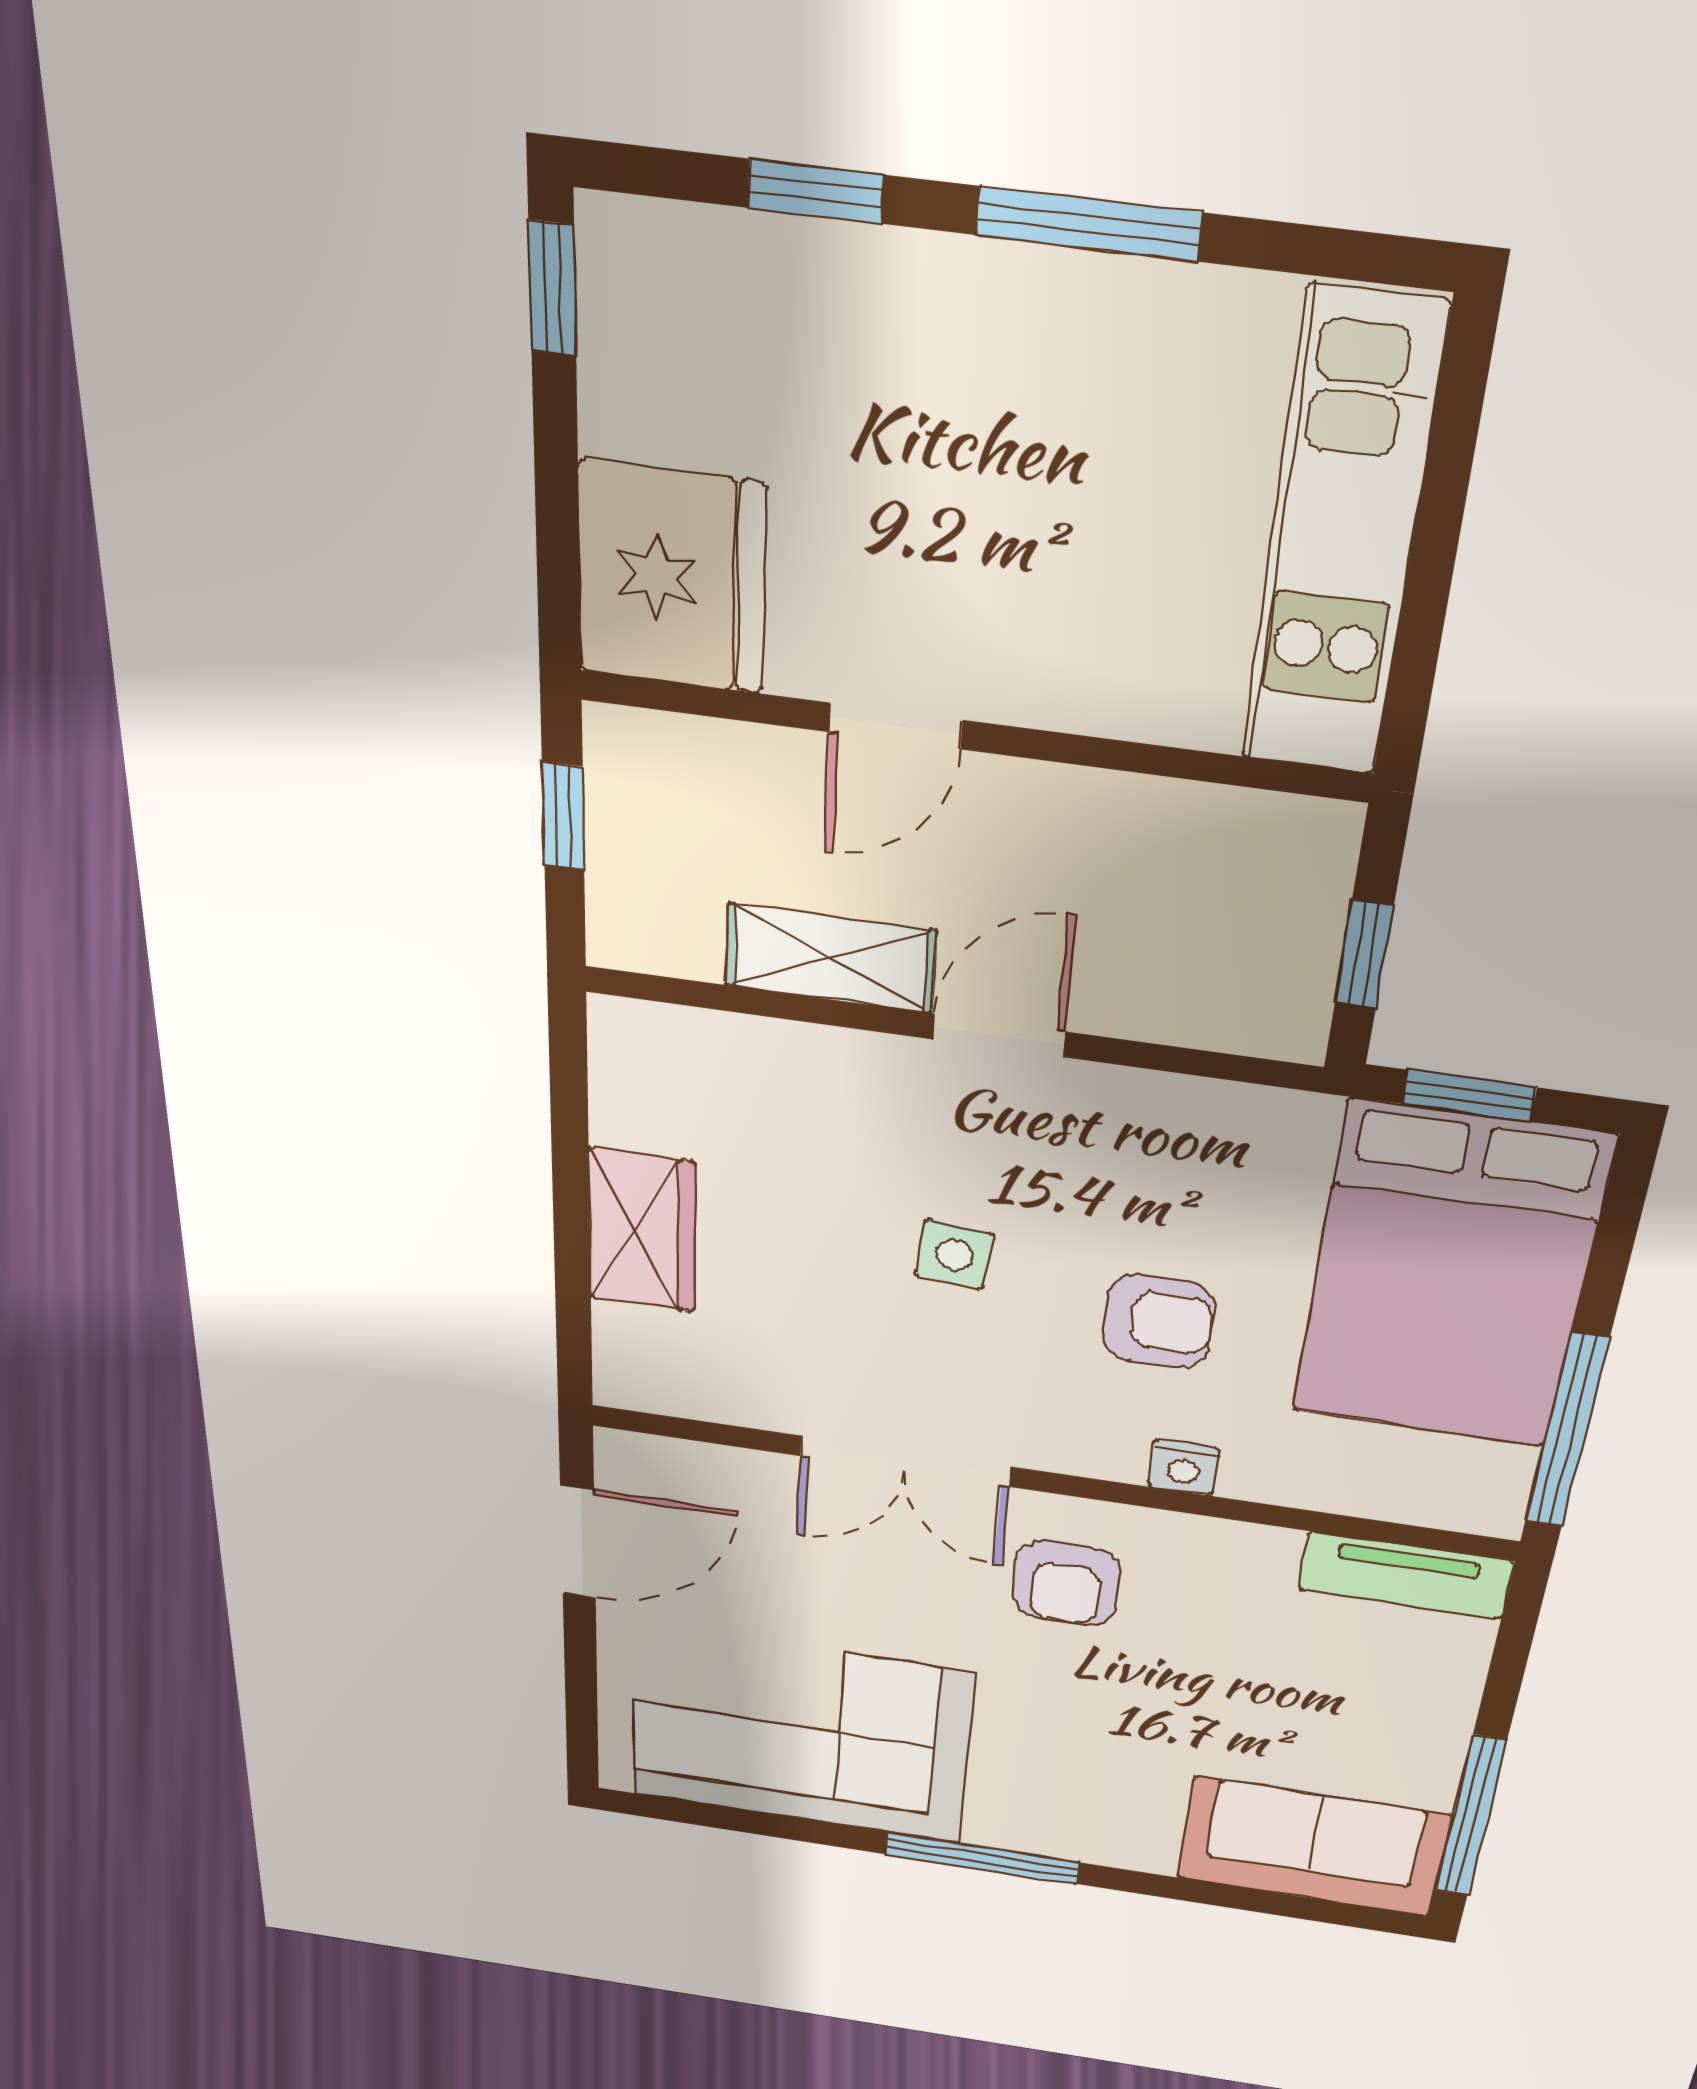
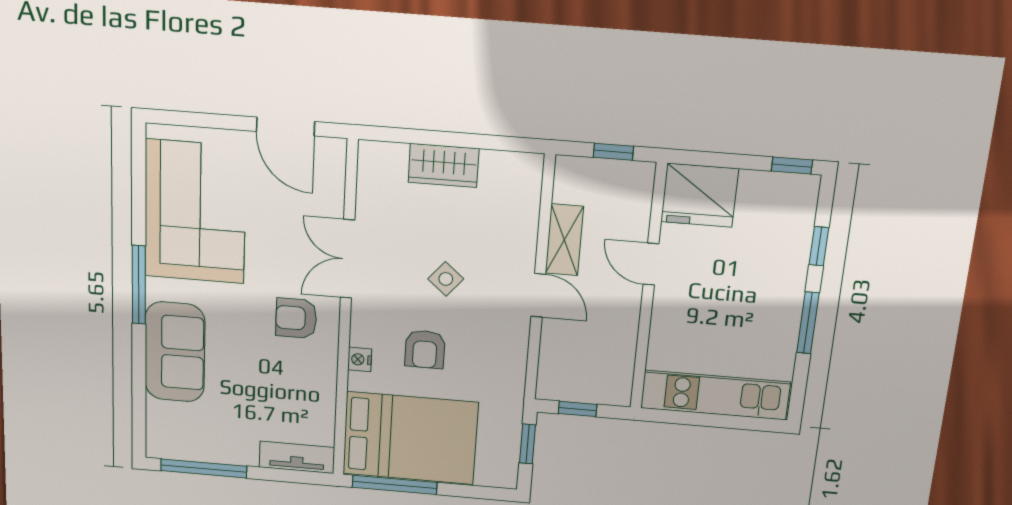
side table: (954, 1255) -> (446, 279), turned 34
bed: (1450, 1278) -> (410, 438), moved, turned 180
tv unit: (1406, 1576) -> (297, 457), moved, turned 90
sofa: (1313, 1847) -> (175, 352), moved

